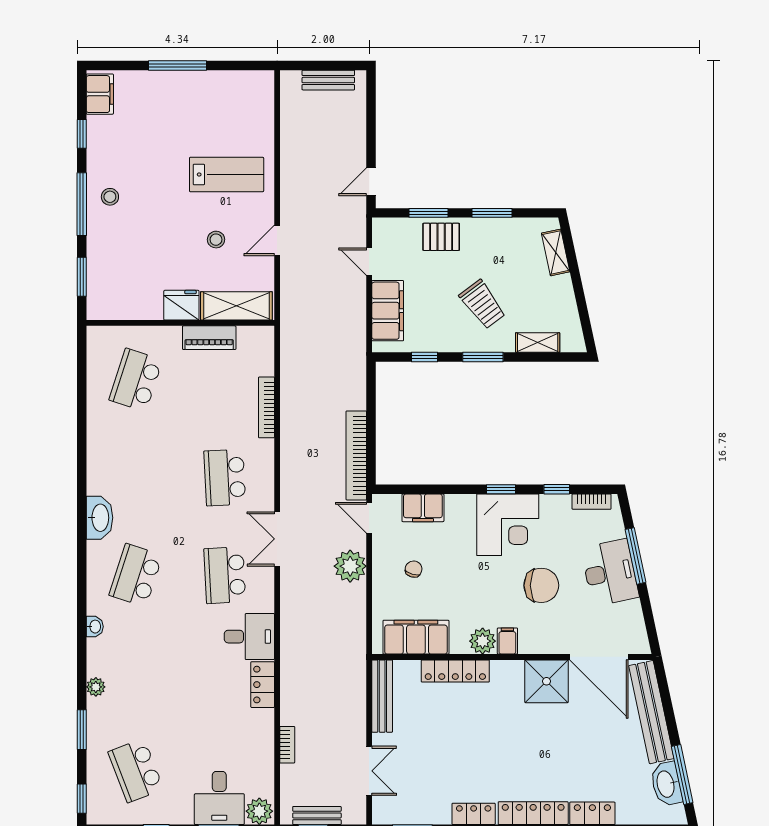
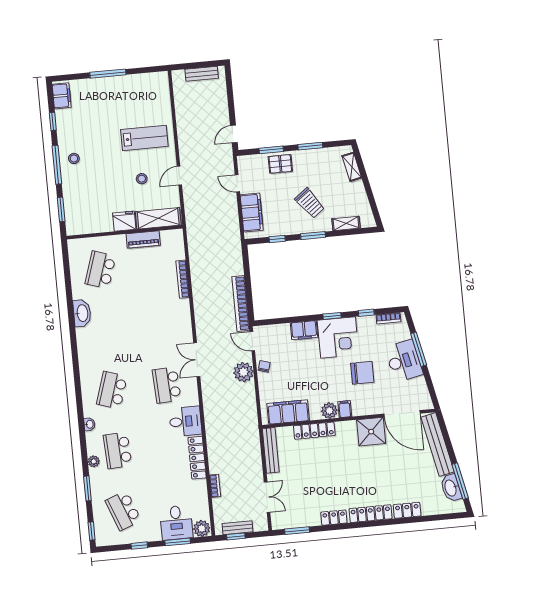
school desk: (225, 478) -> (118, 450), moved
filing cabinet: (423, 508) -> (304, 330), moved
washbasin: (100, 518) -> (82, 313), moved
chair: (414, 569) -> (264, 366), moved
locker: (263, 685) -> (197, 458), width x1.53

